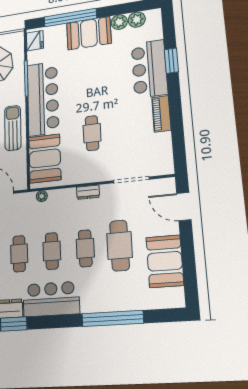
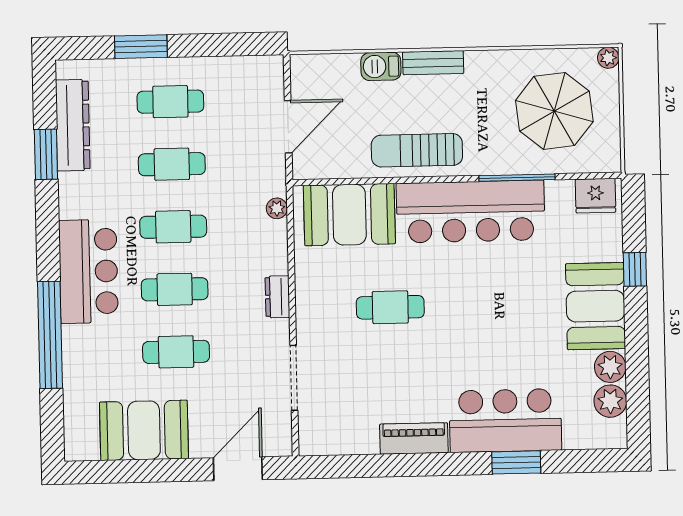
window: (70, 18) -> (635, 269), width x0.32
sun lounger: (13, 128) -> (417, 150), turned 180
cafe table: (120, 245) -> (176, 352), width x0.73, depth x0.74
bar counter: (51, 299) -> (88, 271), moved

